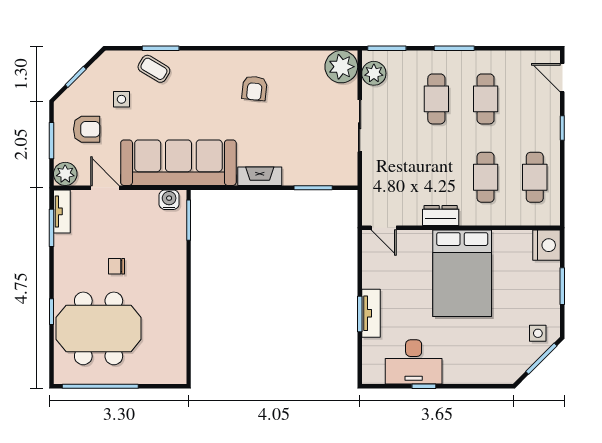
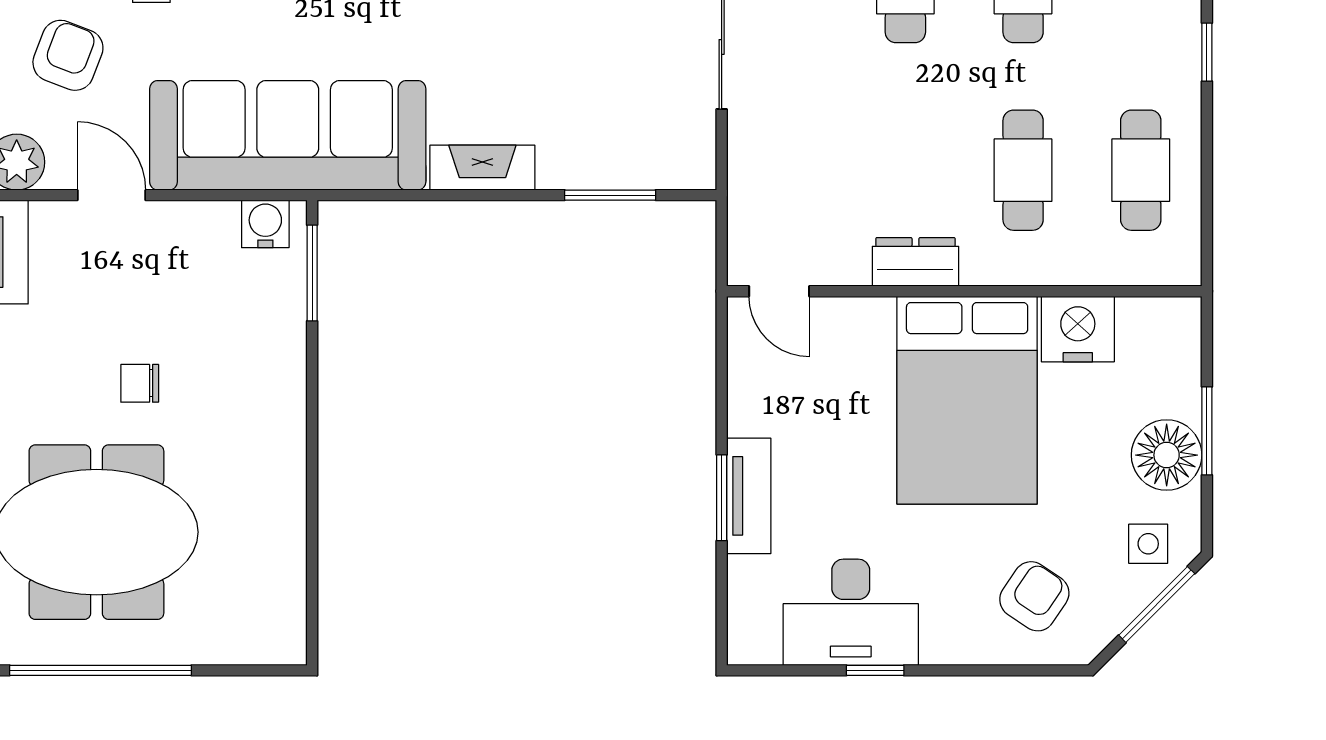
armchair: (87, 129) -> (68, 55), turned -69
nightstand: (547, 245) -> (1078, 329), moved, turned -90
floor lamp: (545, 296) -> (1167, 455), added
armchair: (490, 355) -> (1034, 596), added

